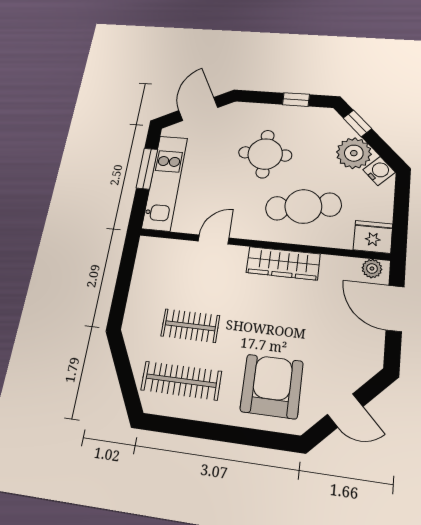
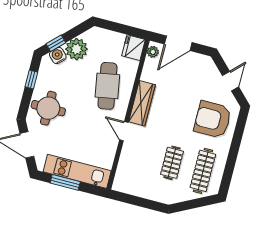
round table: (265, 154) -> (48, 108), moved
water cooler: (379, 171) -> (58, 56), moved
door: (214, 240) -> (124, 131), moved

